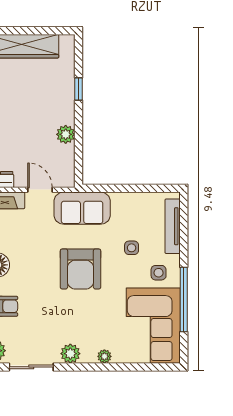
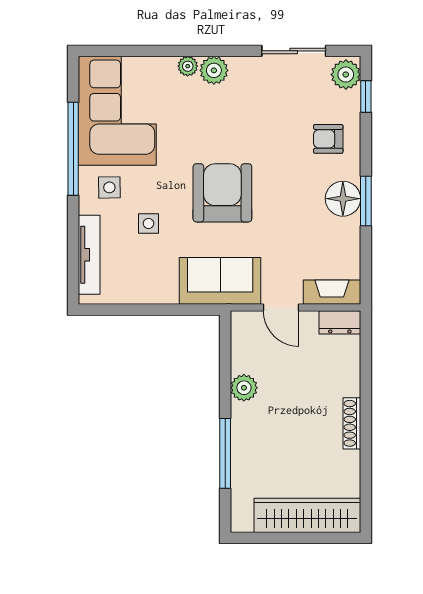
window: (79, 89) -> (225, 453), width x2.17
plant: (70, 354) -> (214, 70), moved

